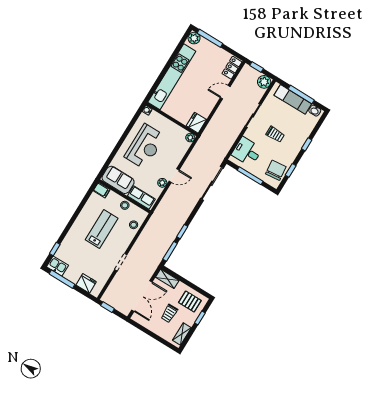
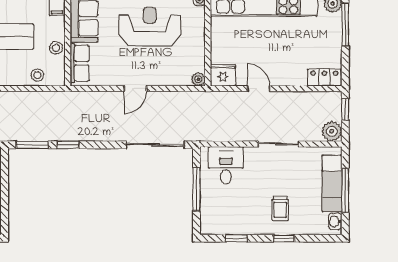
door: (225, 92) -> (259, 89), moved
trolley: (275, 134) -> (280, 208), moved
reception desk: (145, 147) -> (150, 27), turned 180
chair: (276, 170) -> (225, 218), removed
door: (174, 175) -> (135, 89), hinge flipped
plant: (162, 183) -> (116, 79), removed

